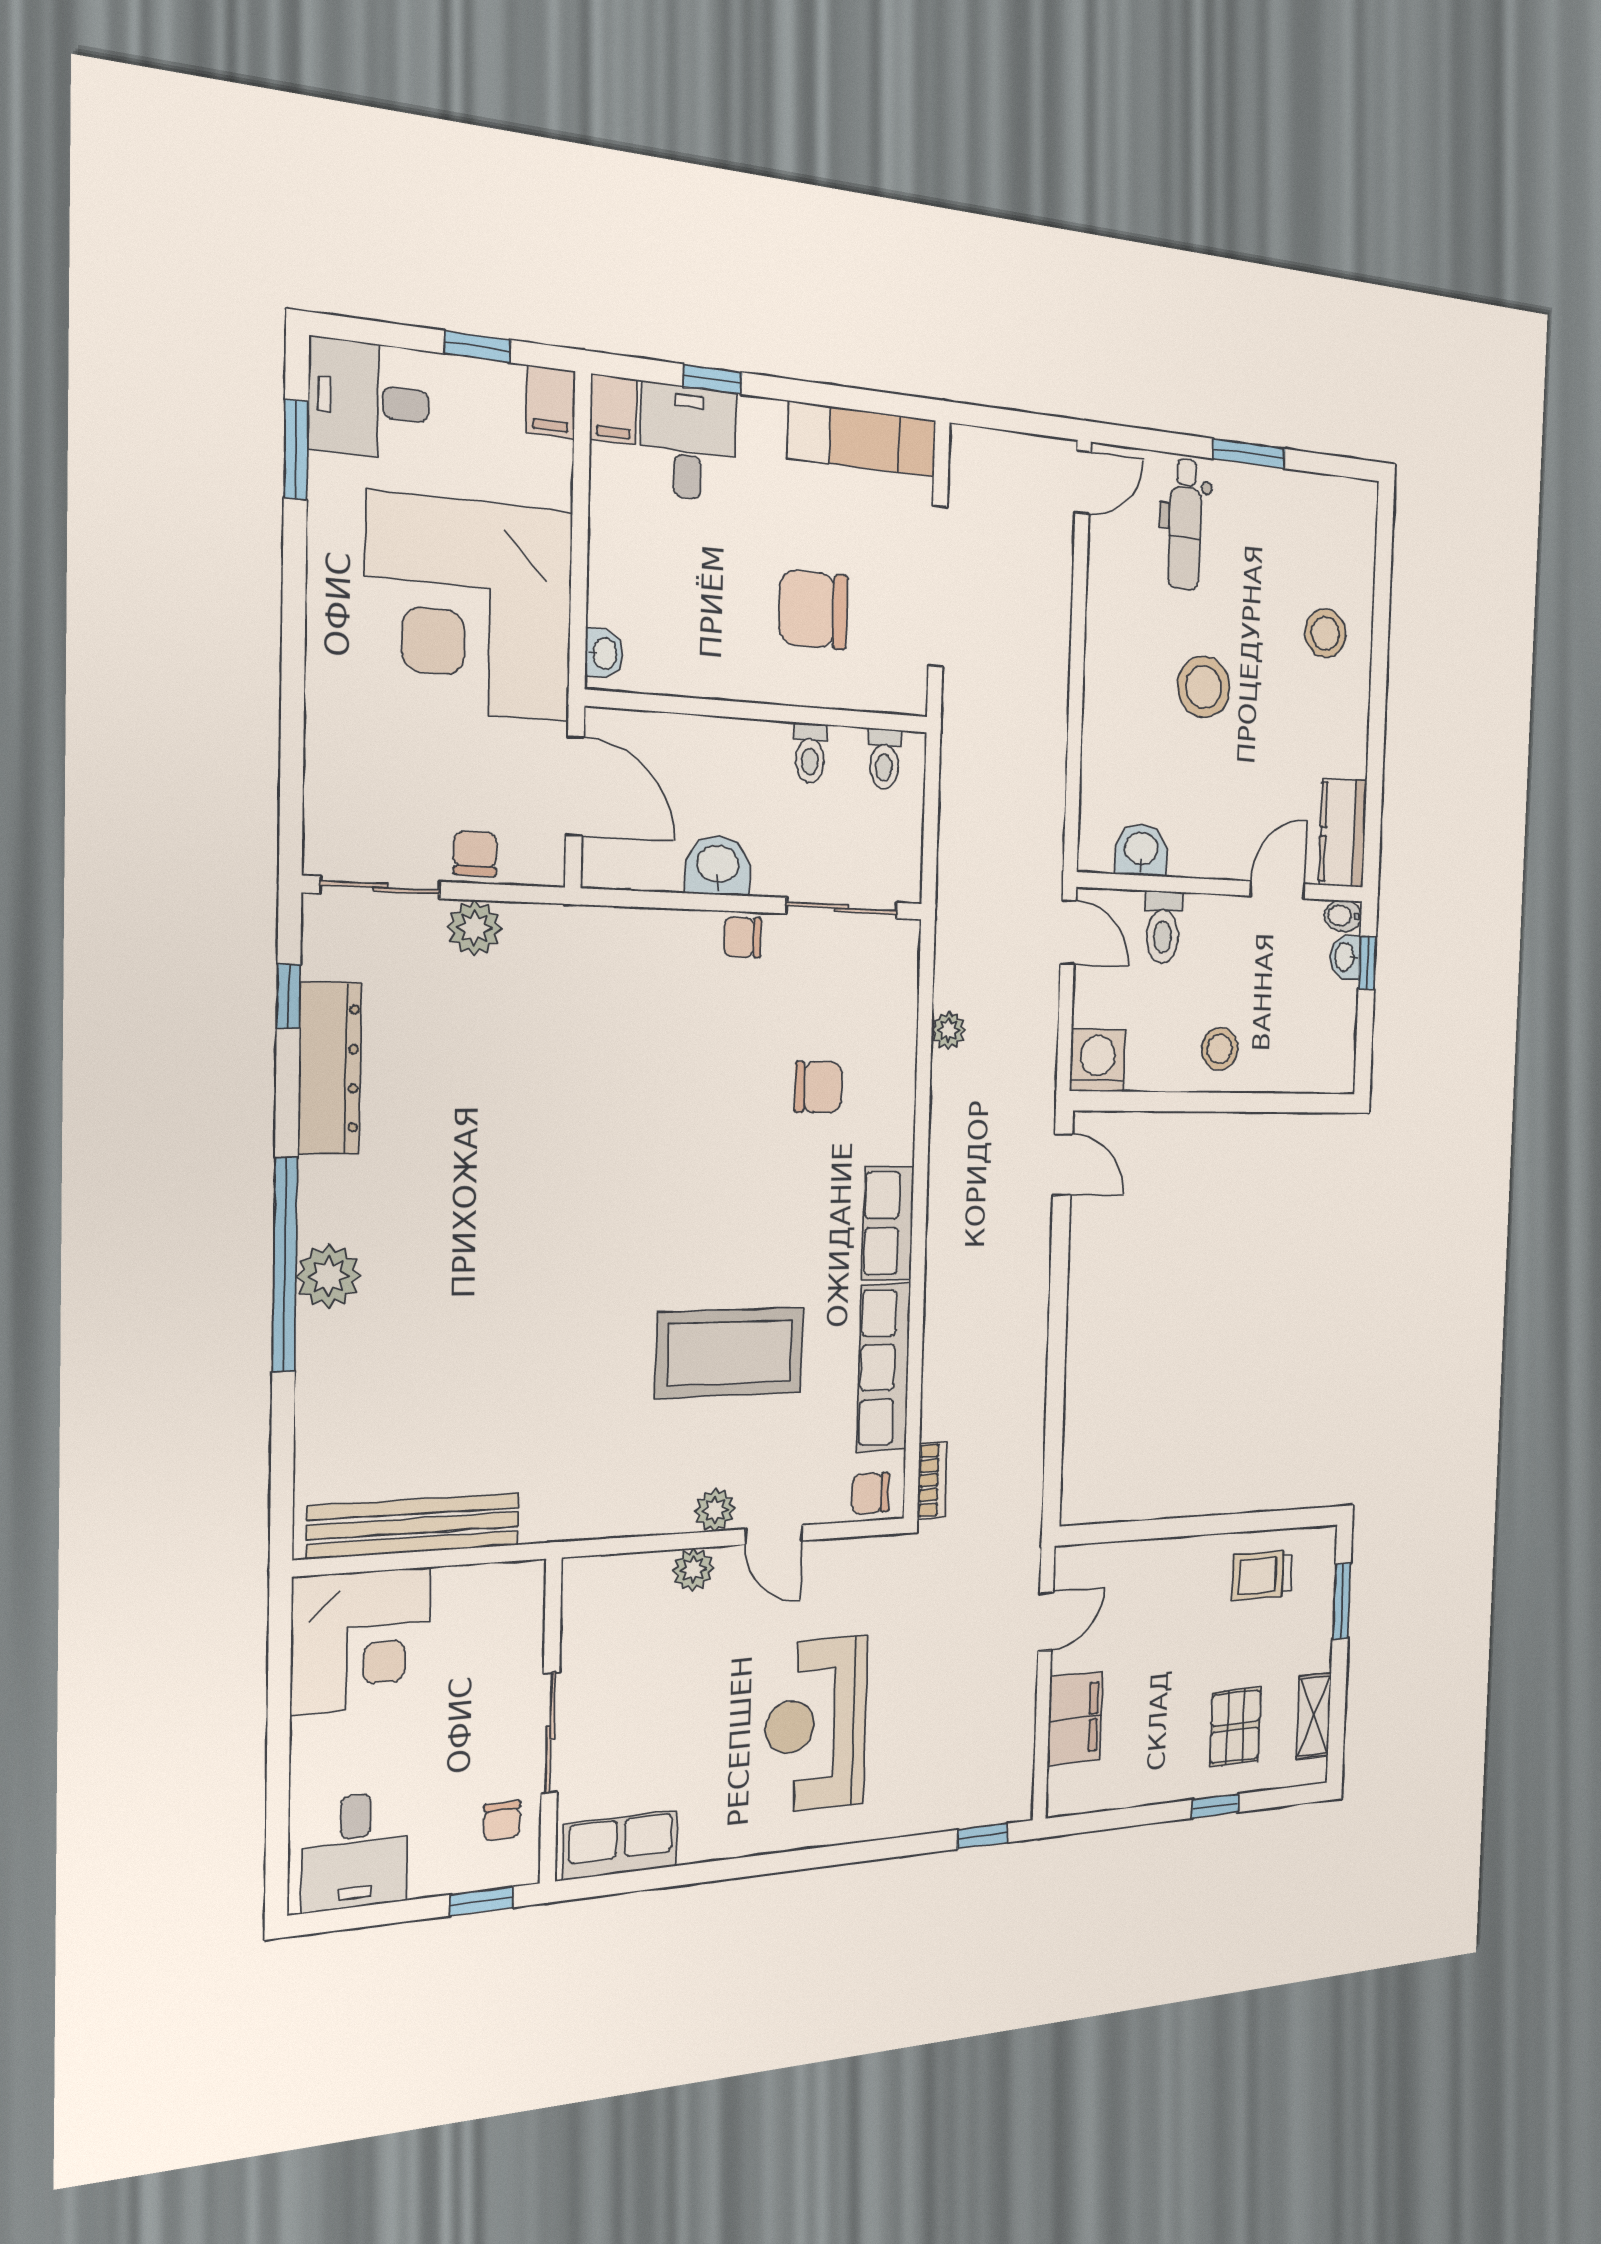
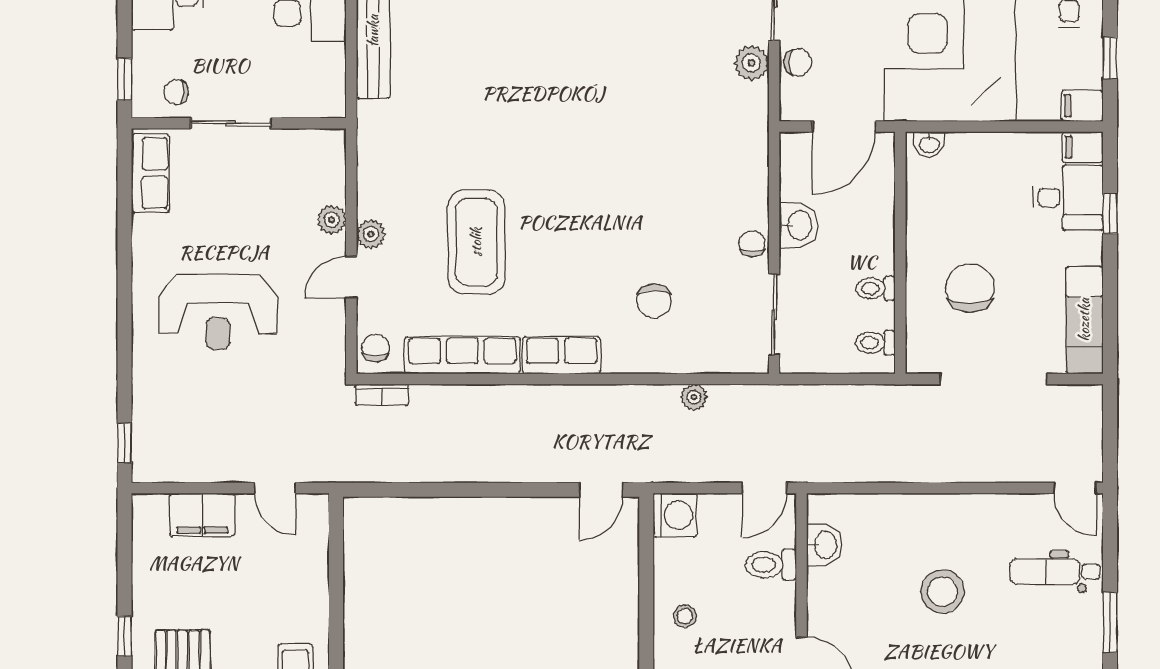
stool: (1220, 1049) -> (685, 616), width x0.73, depth x0.73
reception desk: (816, 1724) -> (218, 312), turned 180

